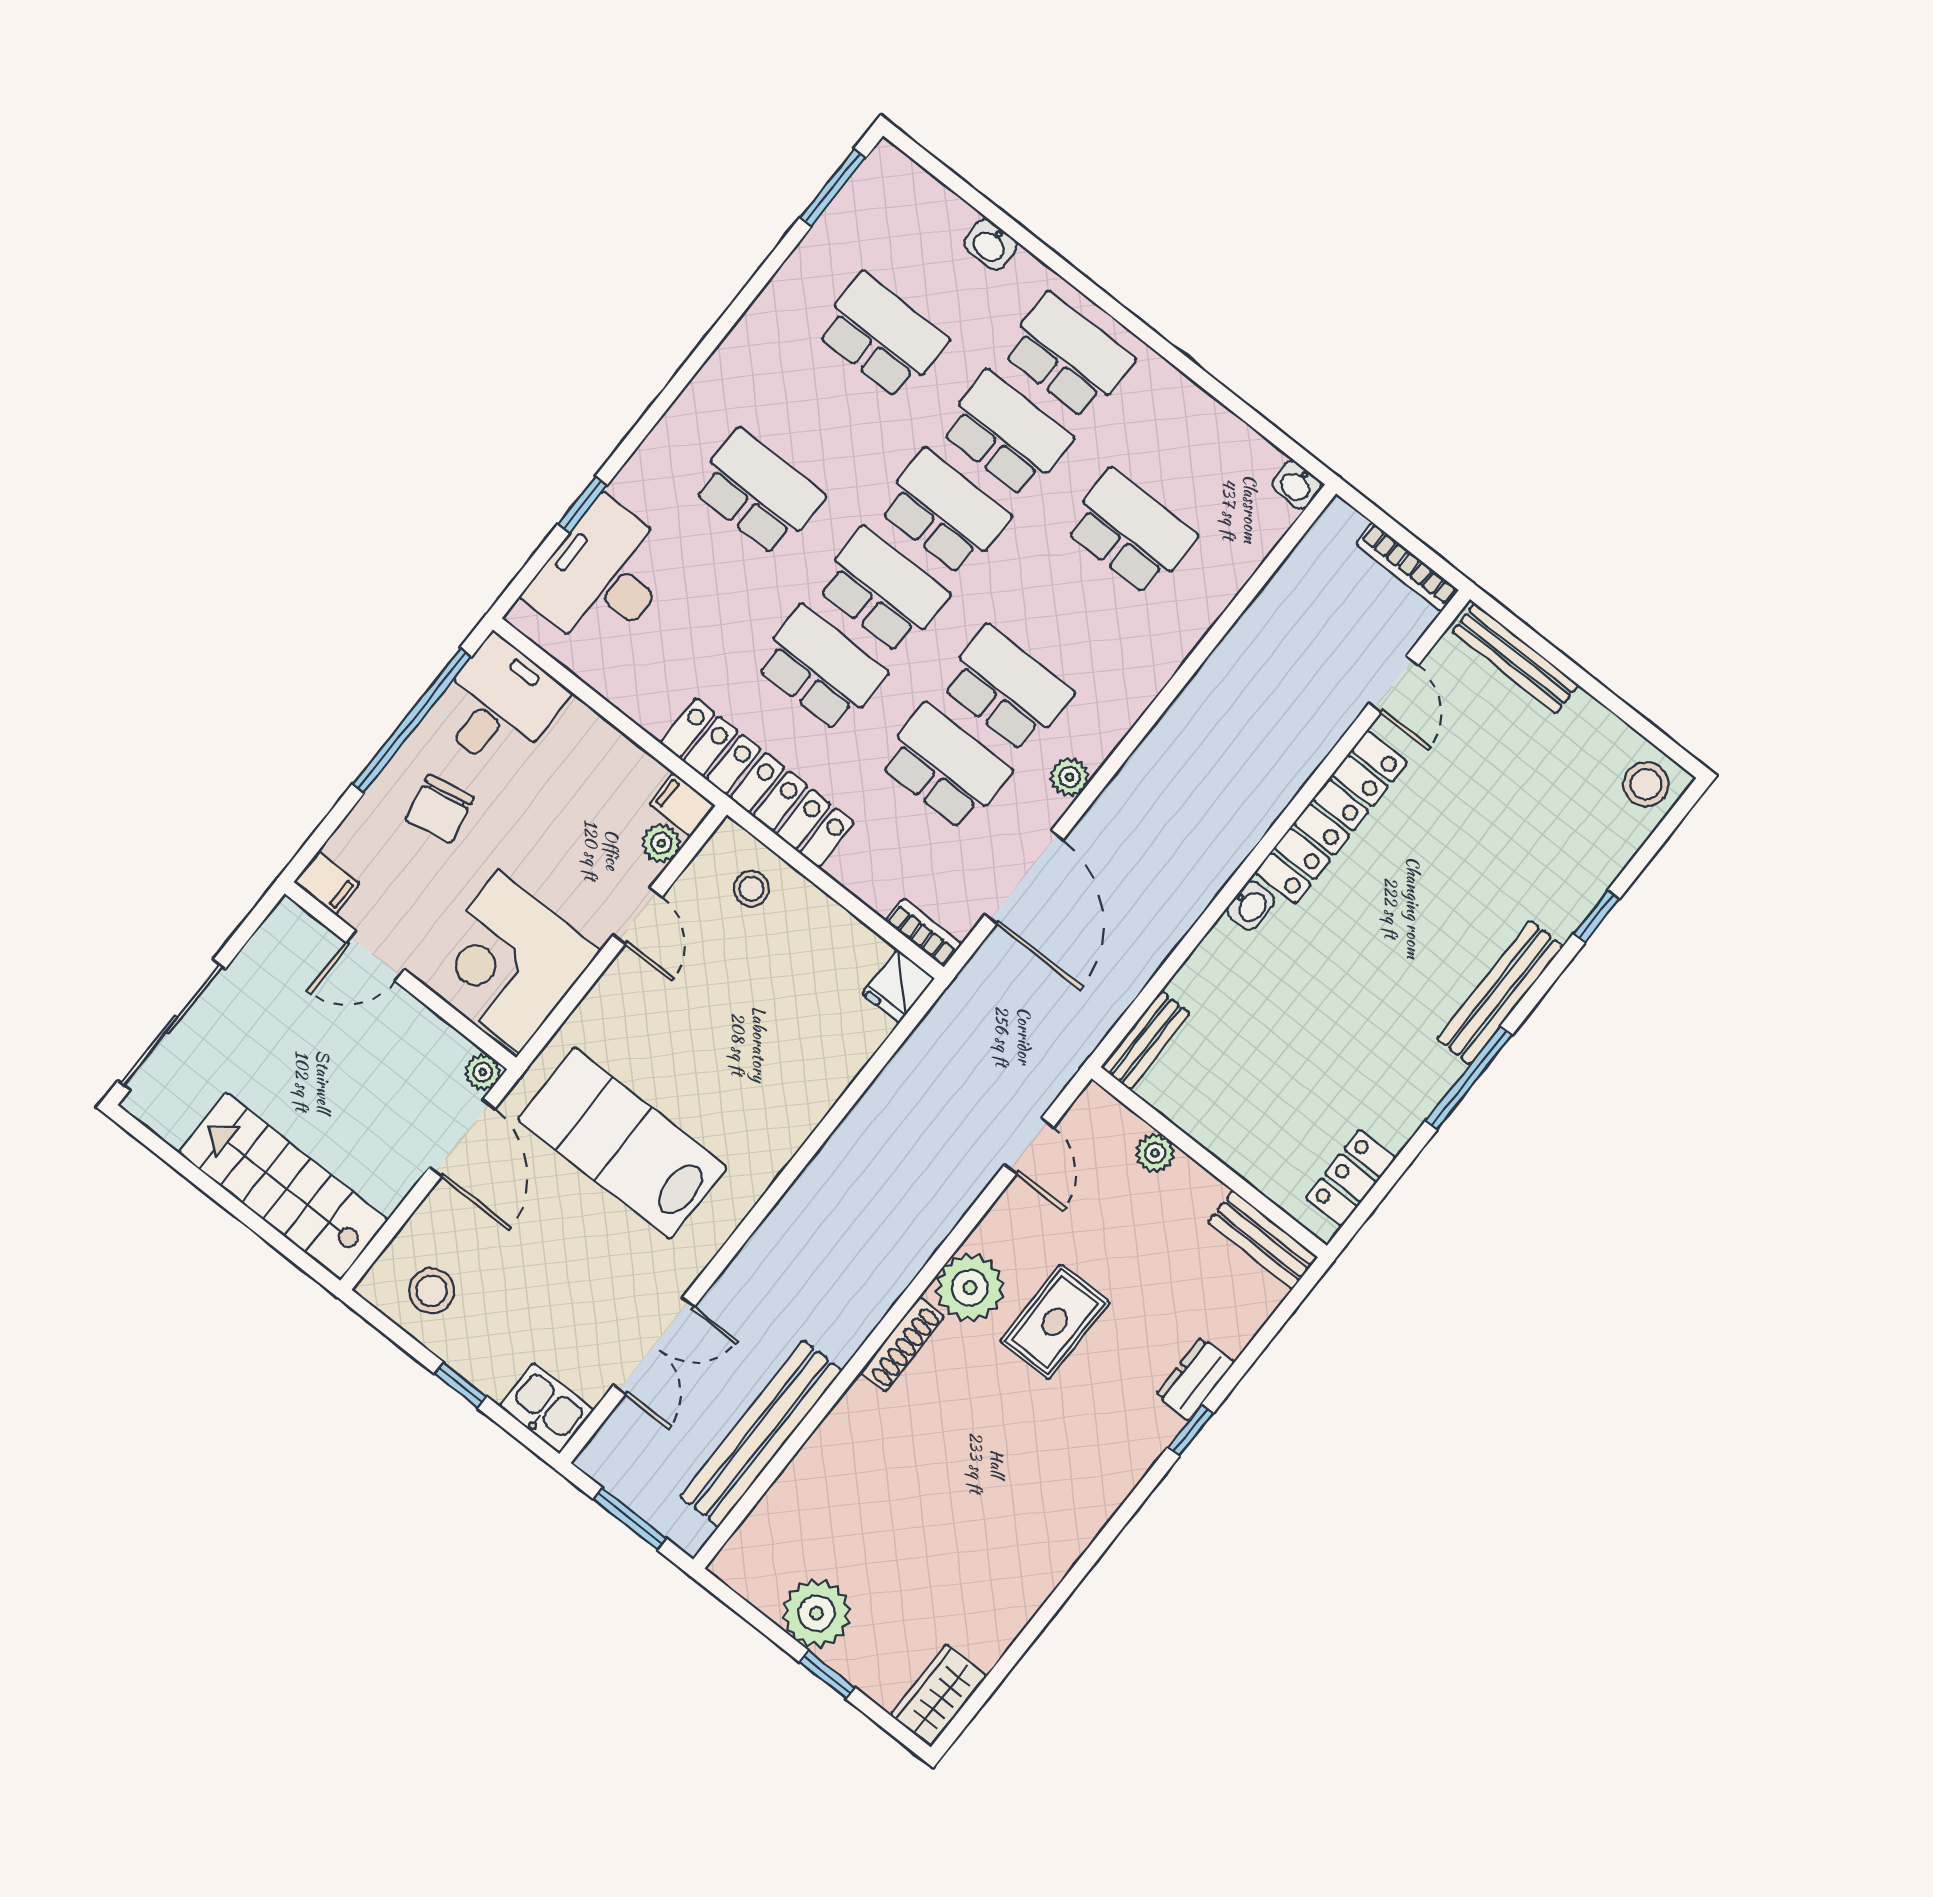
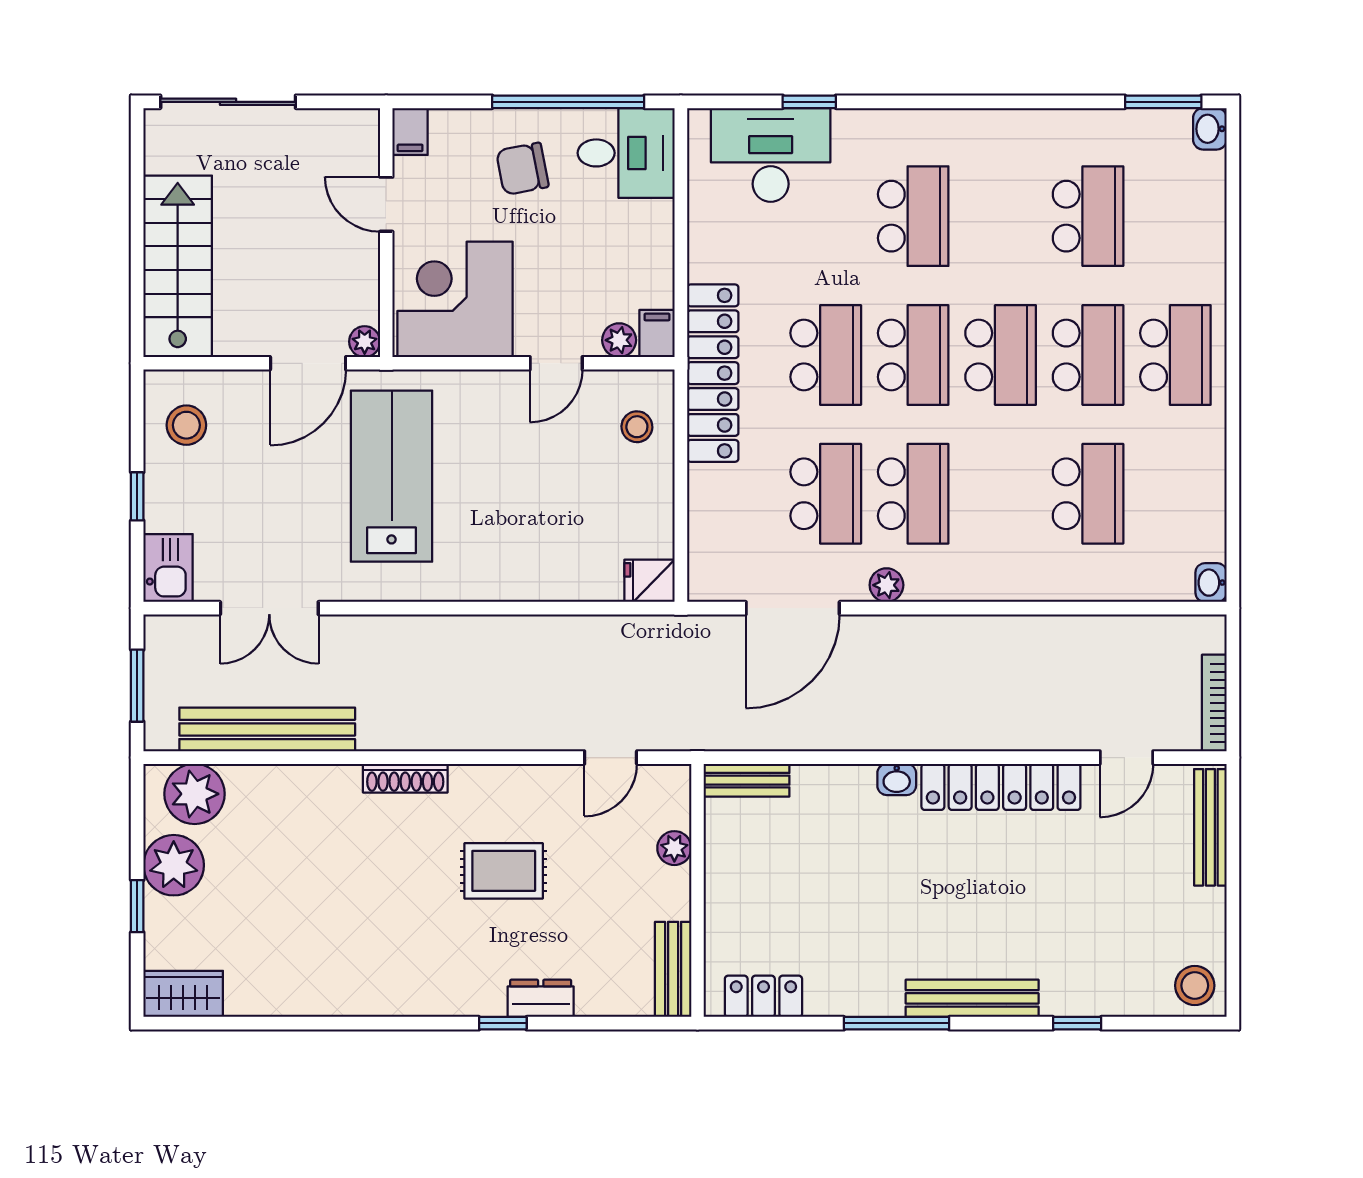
washbasin: (990, 245) -> (1210, 129), moved
bookcase: (924, 933) -> (700, 569), removed
plant: (970, 1288) -> (195, 794), moved

